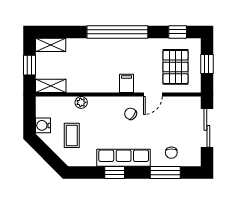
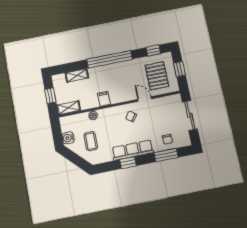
shelving: (51, 45) -> (77, 75), moved
filing cabinet: (126, 83) -> (104, 99), moved
door: (153, 95) -> (145, 99), swing flipped

